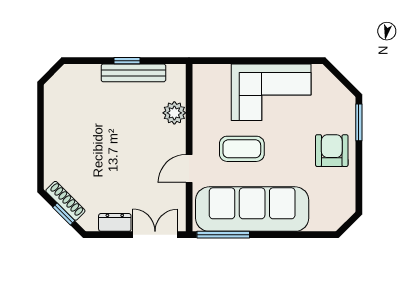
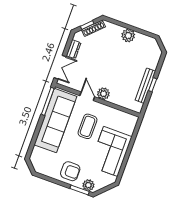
plant: (345, 110) -> (88, 185), added
plant: (174, 113) -> (103, 94), moved
plant: (56, 135) -> (128, 36), added

